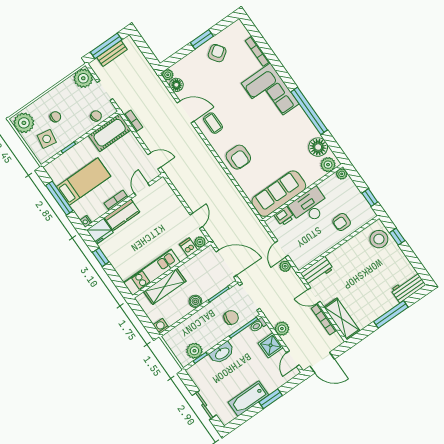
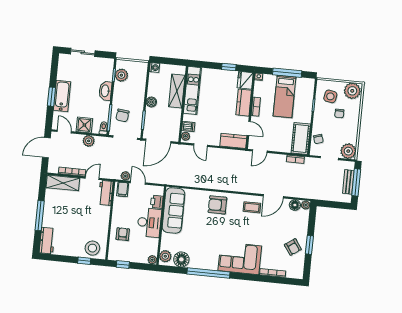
kitchen counter: (166, 194) -> (233, 141), added
filing cabinet: (300, 258) -> (123, 189), added
bathtub: (248, 399) -> (62, 96), moved

